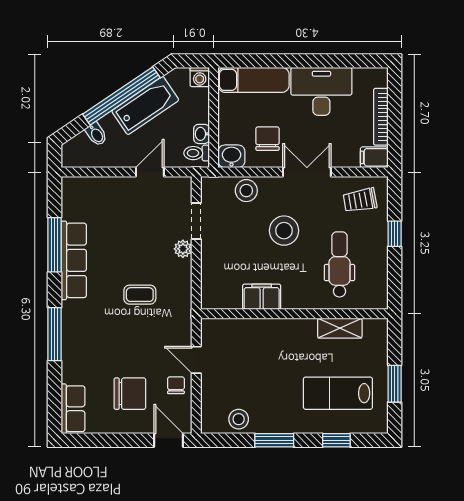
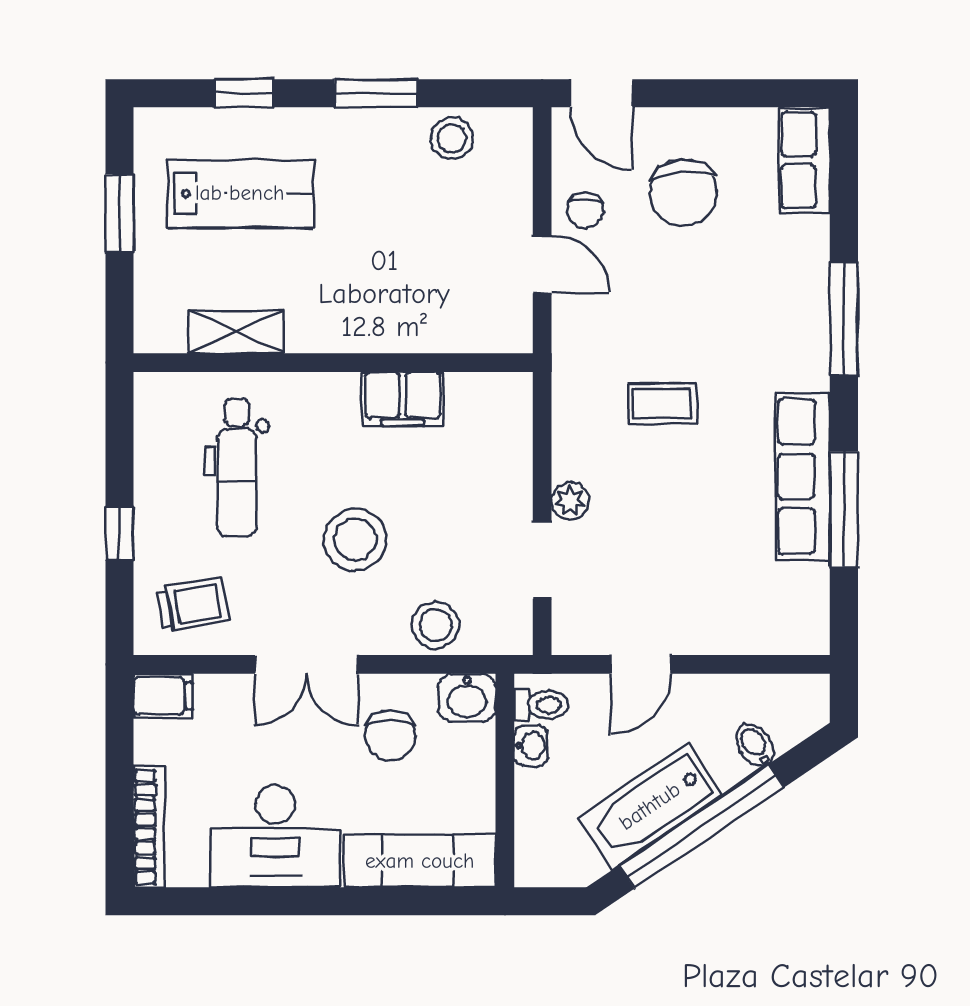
washing machine: (200, 77) -> (535, 867), removed
bookcase: (381, 117) -> (149, 827), moved
chair: (130, 394) -> (683, 192), turned -94

